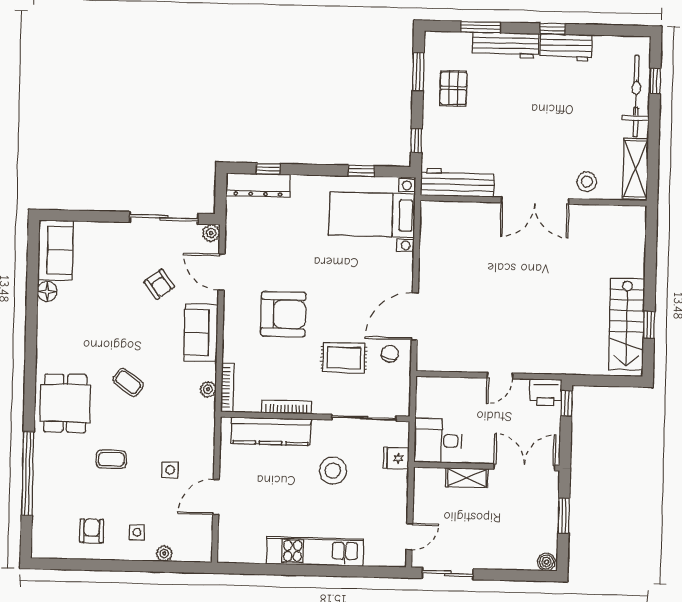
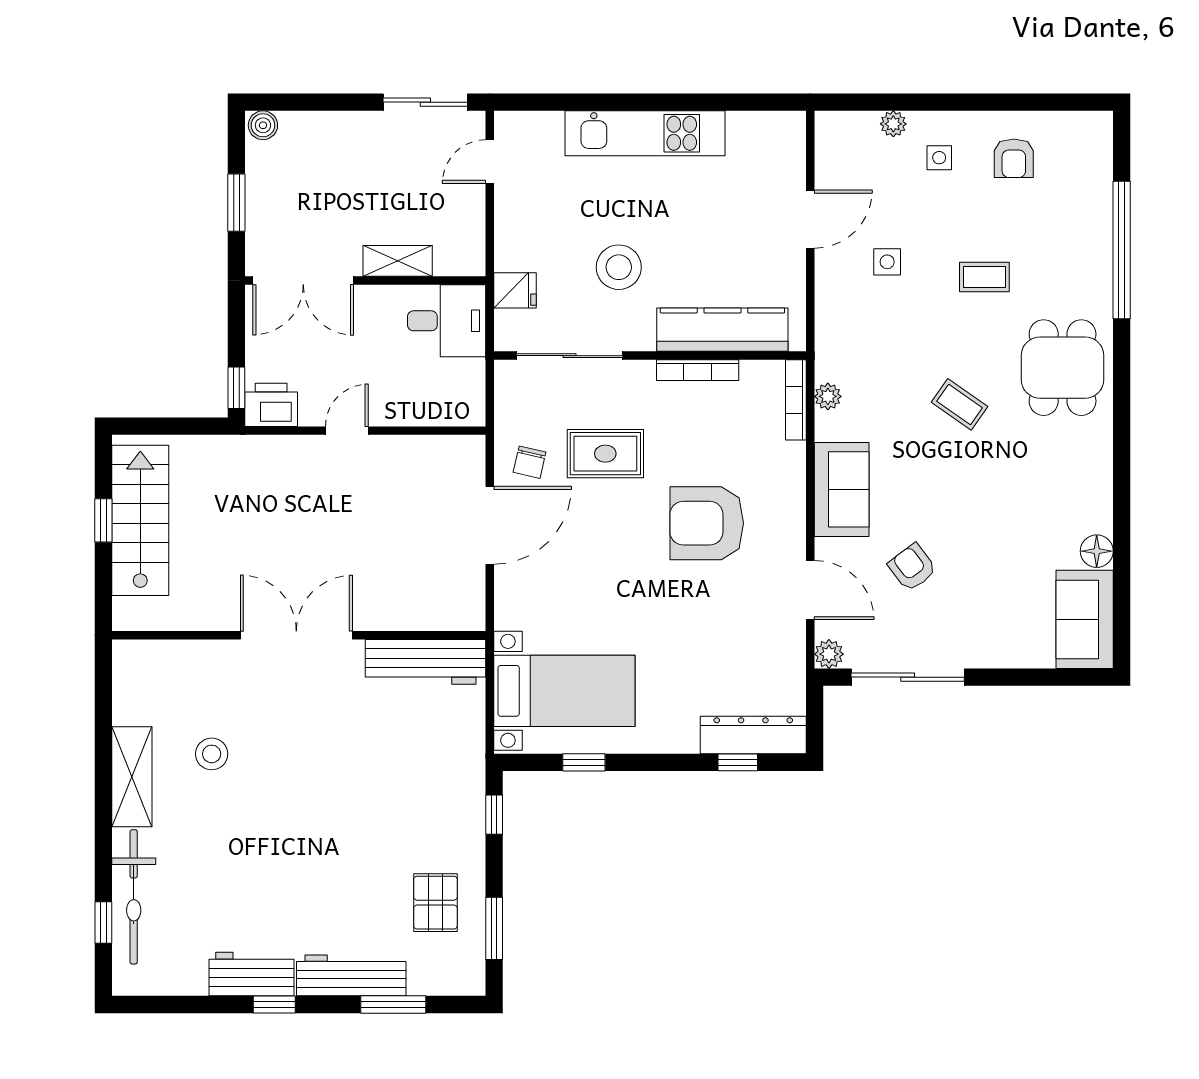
workbench: (457, 183) -> (426, 662), moved
wall: (534, 201) -> (299, 635), moved
double door: (535, 201) -> (296, 635), moved

